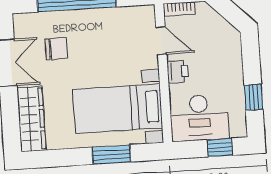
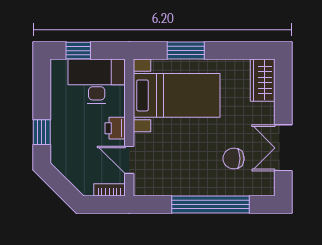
window: (253, 97) -> (42, 132), moved
wardrobe: (31, 119) -> (263, 80), width x0.67

